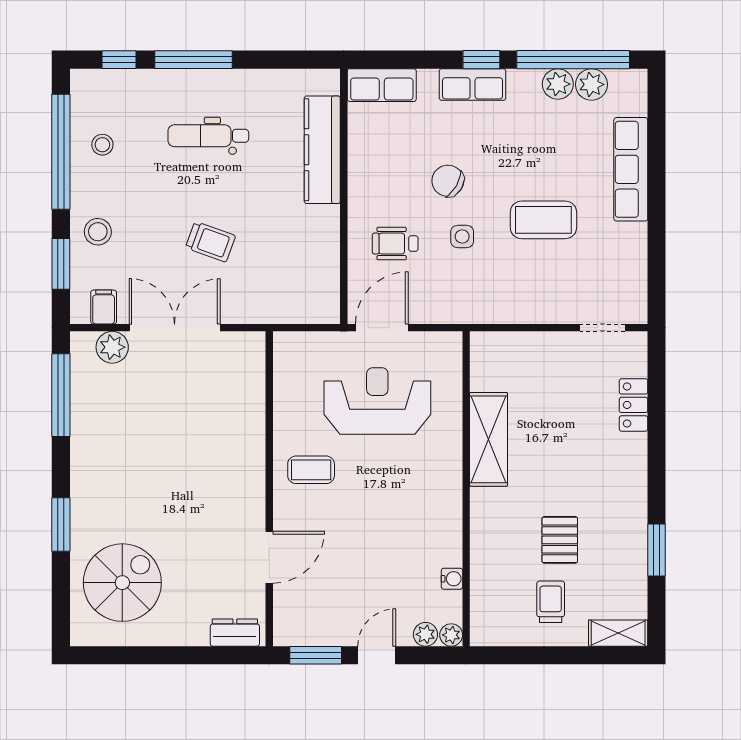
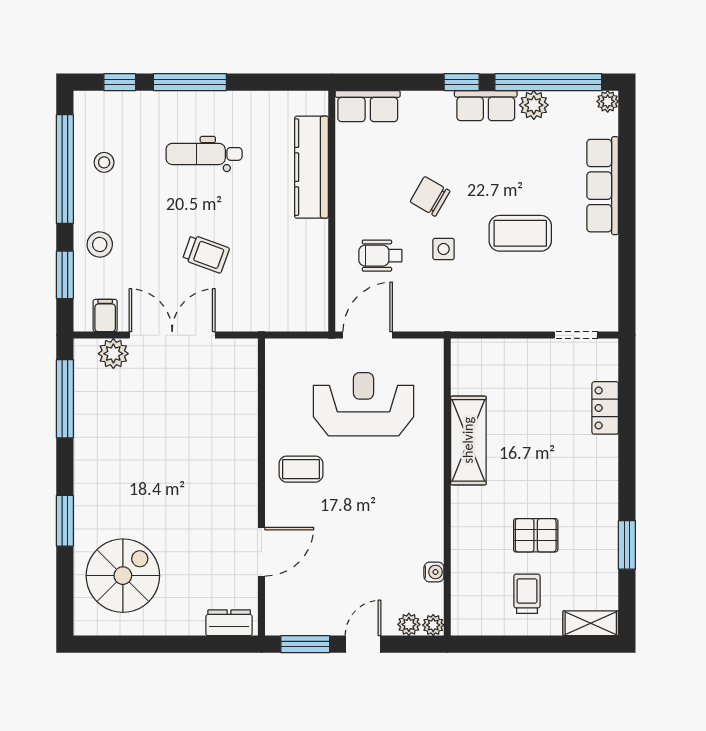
plant: (591, 84) -> (608, 101), moved, width x0.73, depth x0.73
row of seats: (473, 85) -> (486, 106), moved
pallet: (560, 540) -> (536, 535), turned 90

